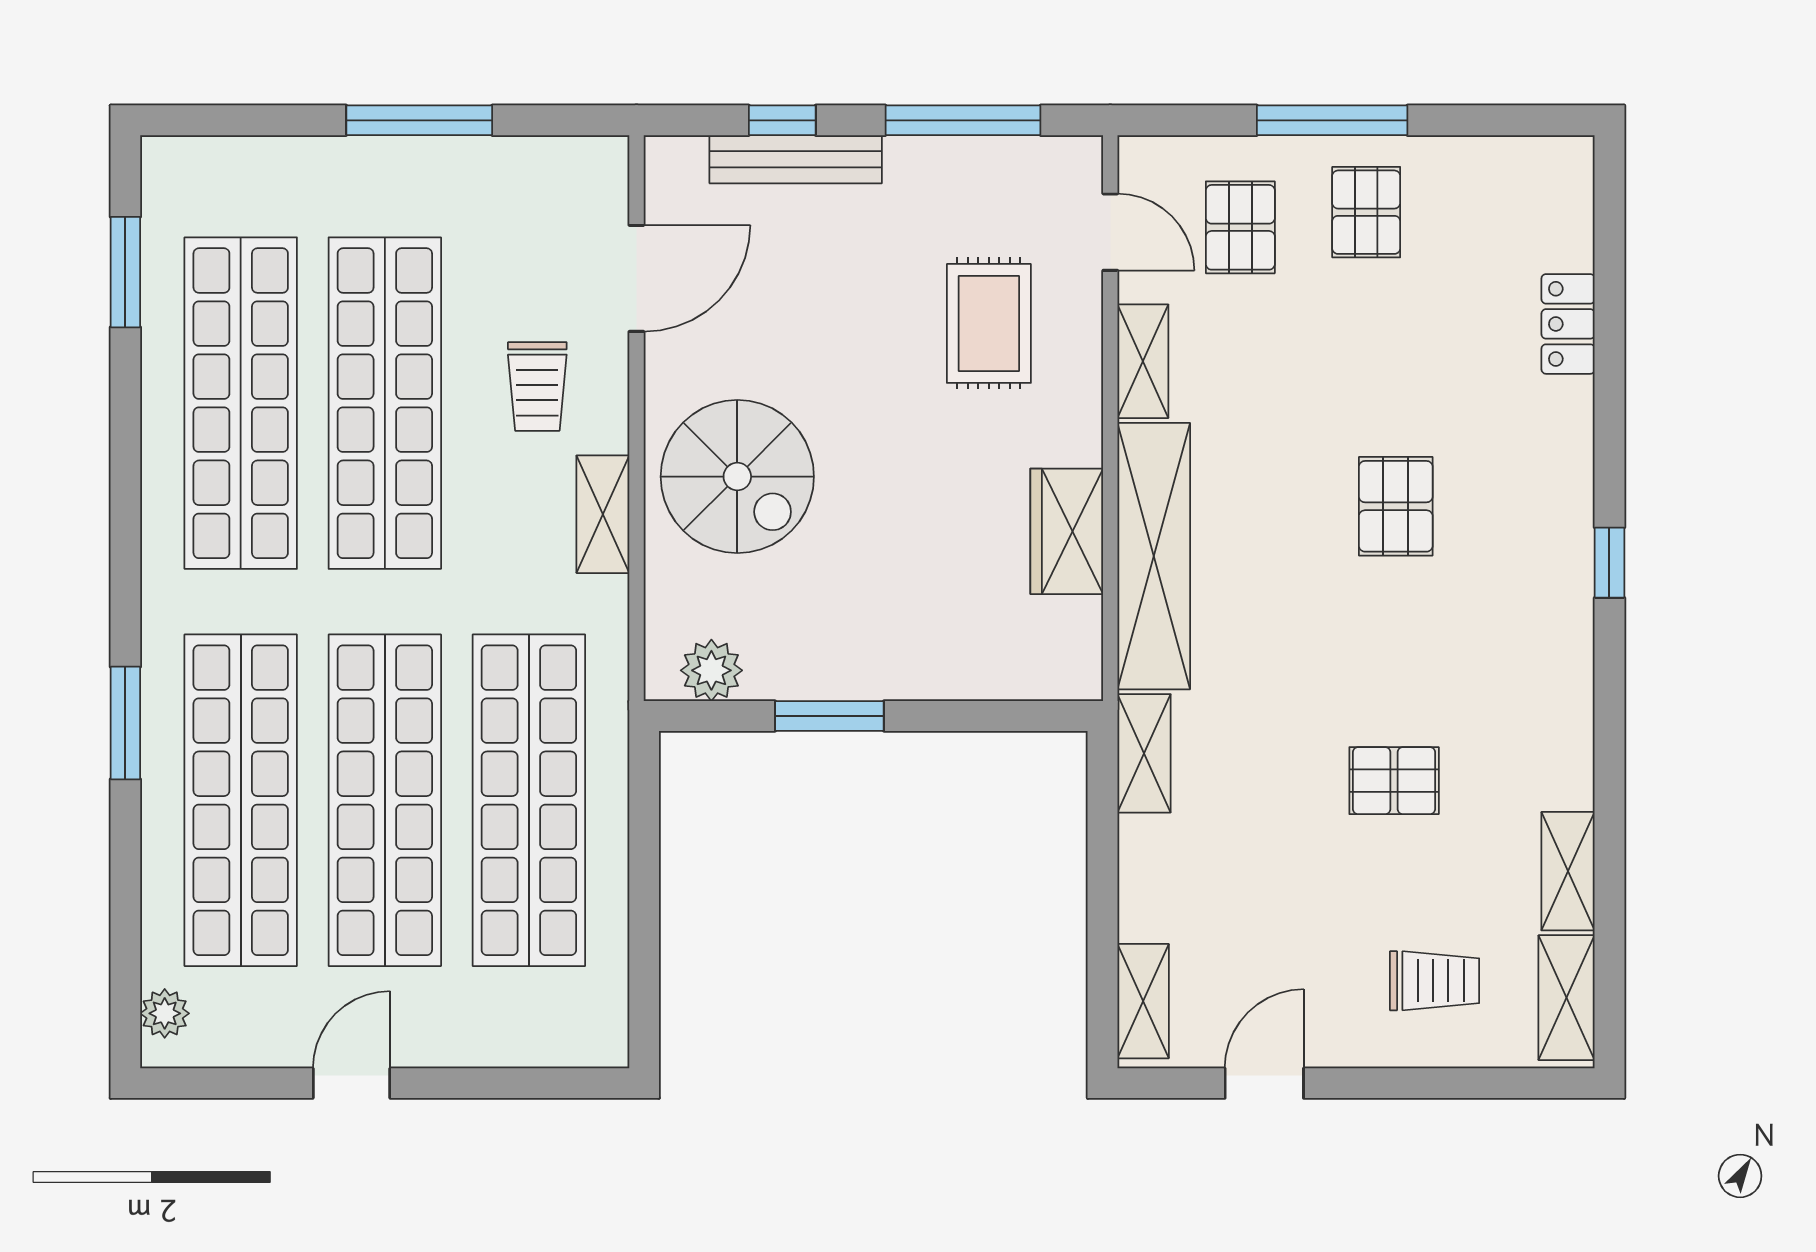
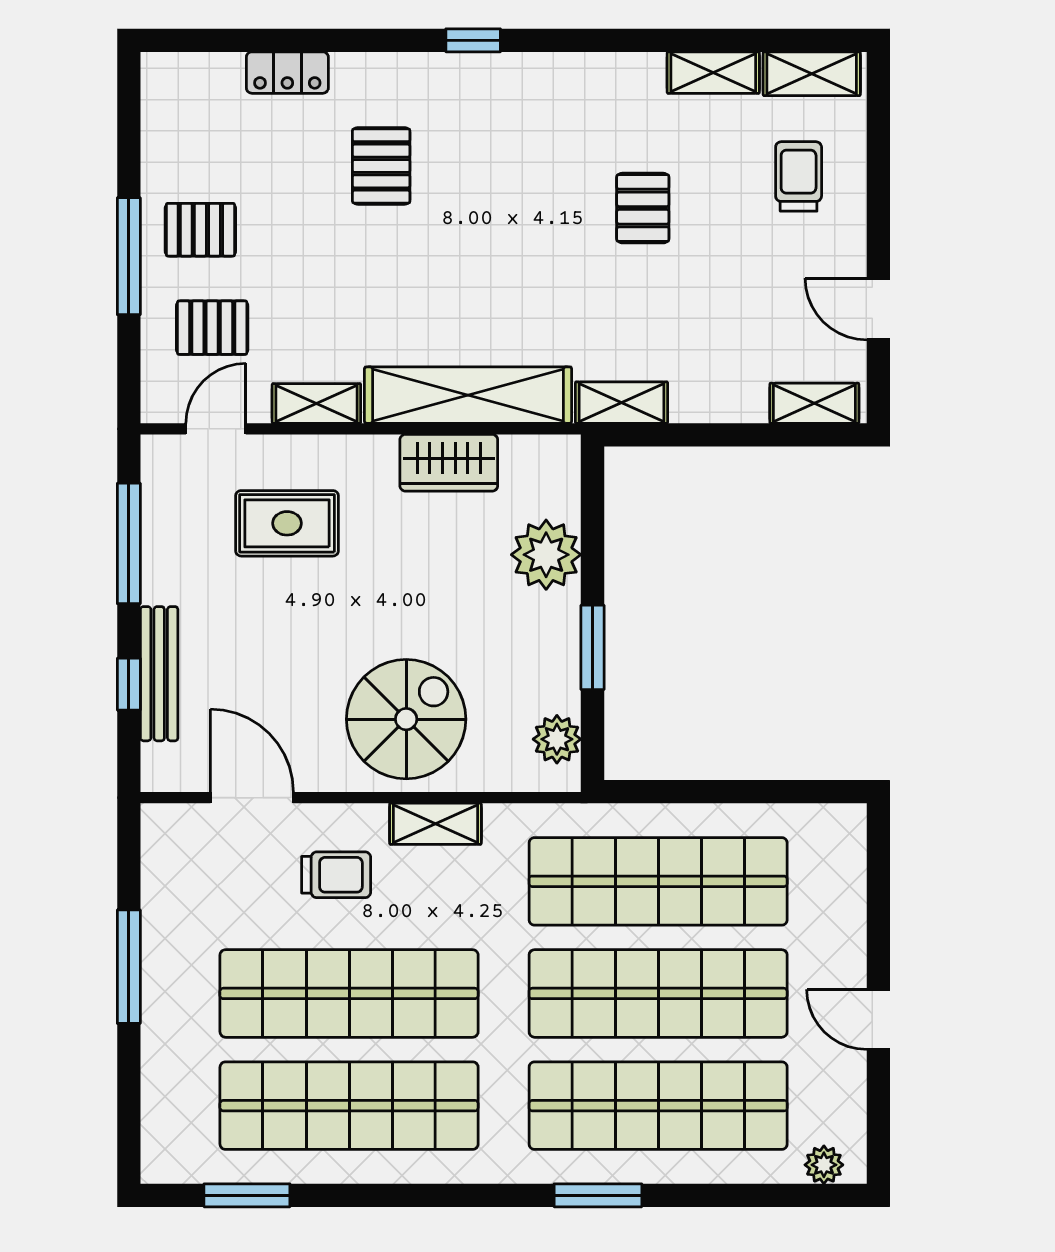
pallet: (1396, 506) -> (381, 166), moved, turned 90
plant: (949, 656) -> (546, 555), added

